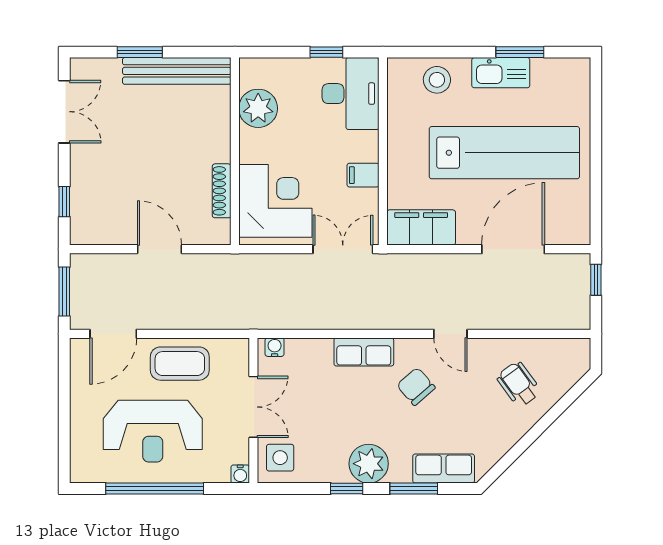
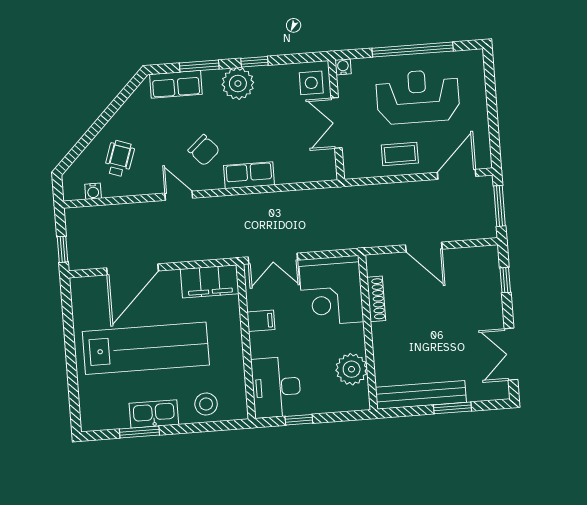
lab bench: (504, 153) -> (146, 348), turned 180
water cooler: (275, 347) -> (93, 191), moved
coffee table: (180, 364) -> (400, 154), width x0.73, depth x0.77
wheelchair: (519, 384) -> (119, 158), turned -125

